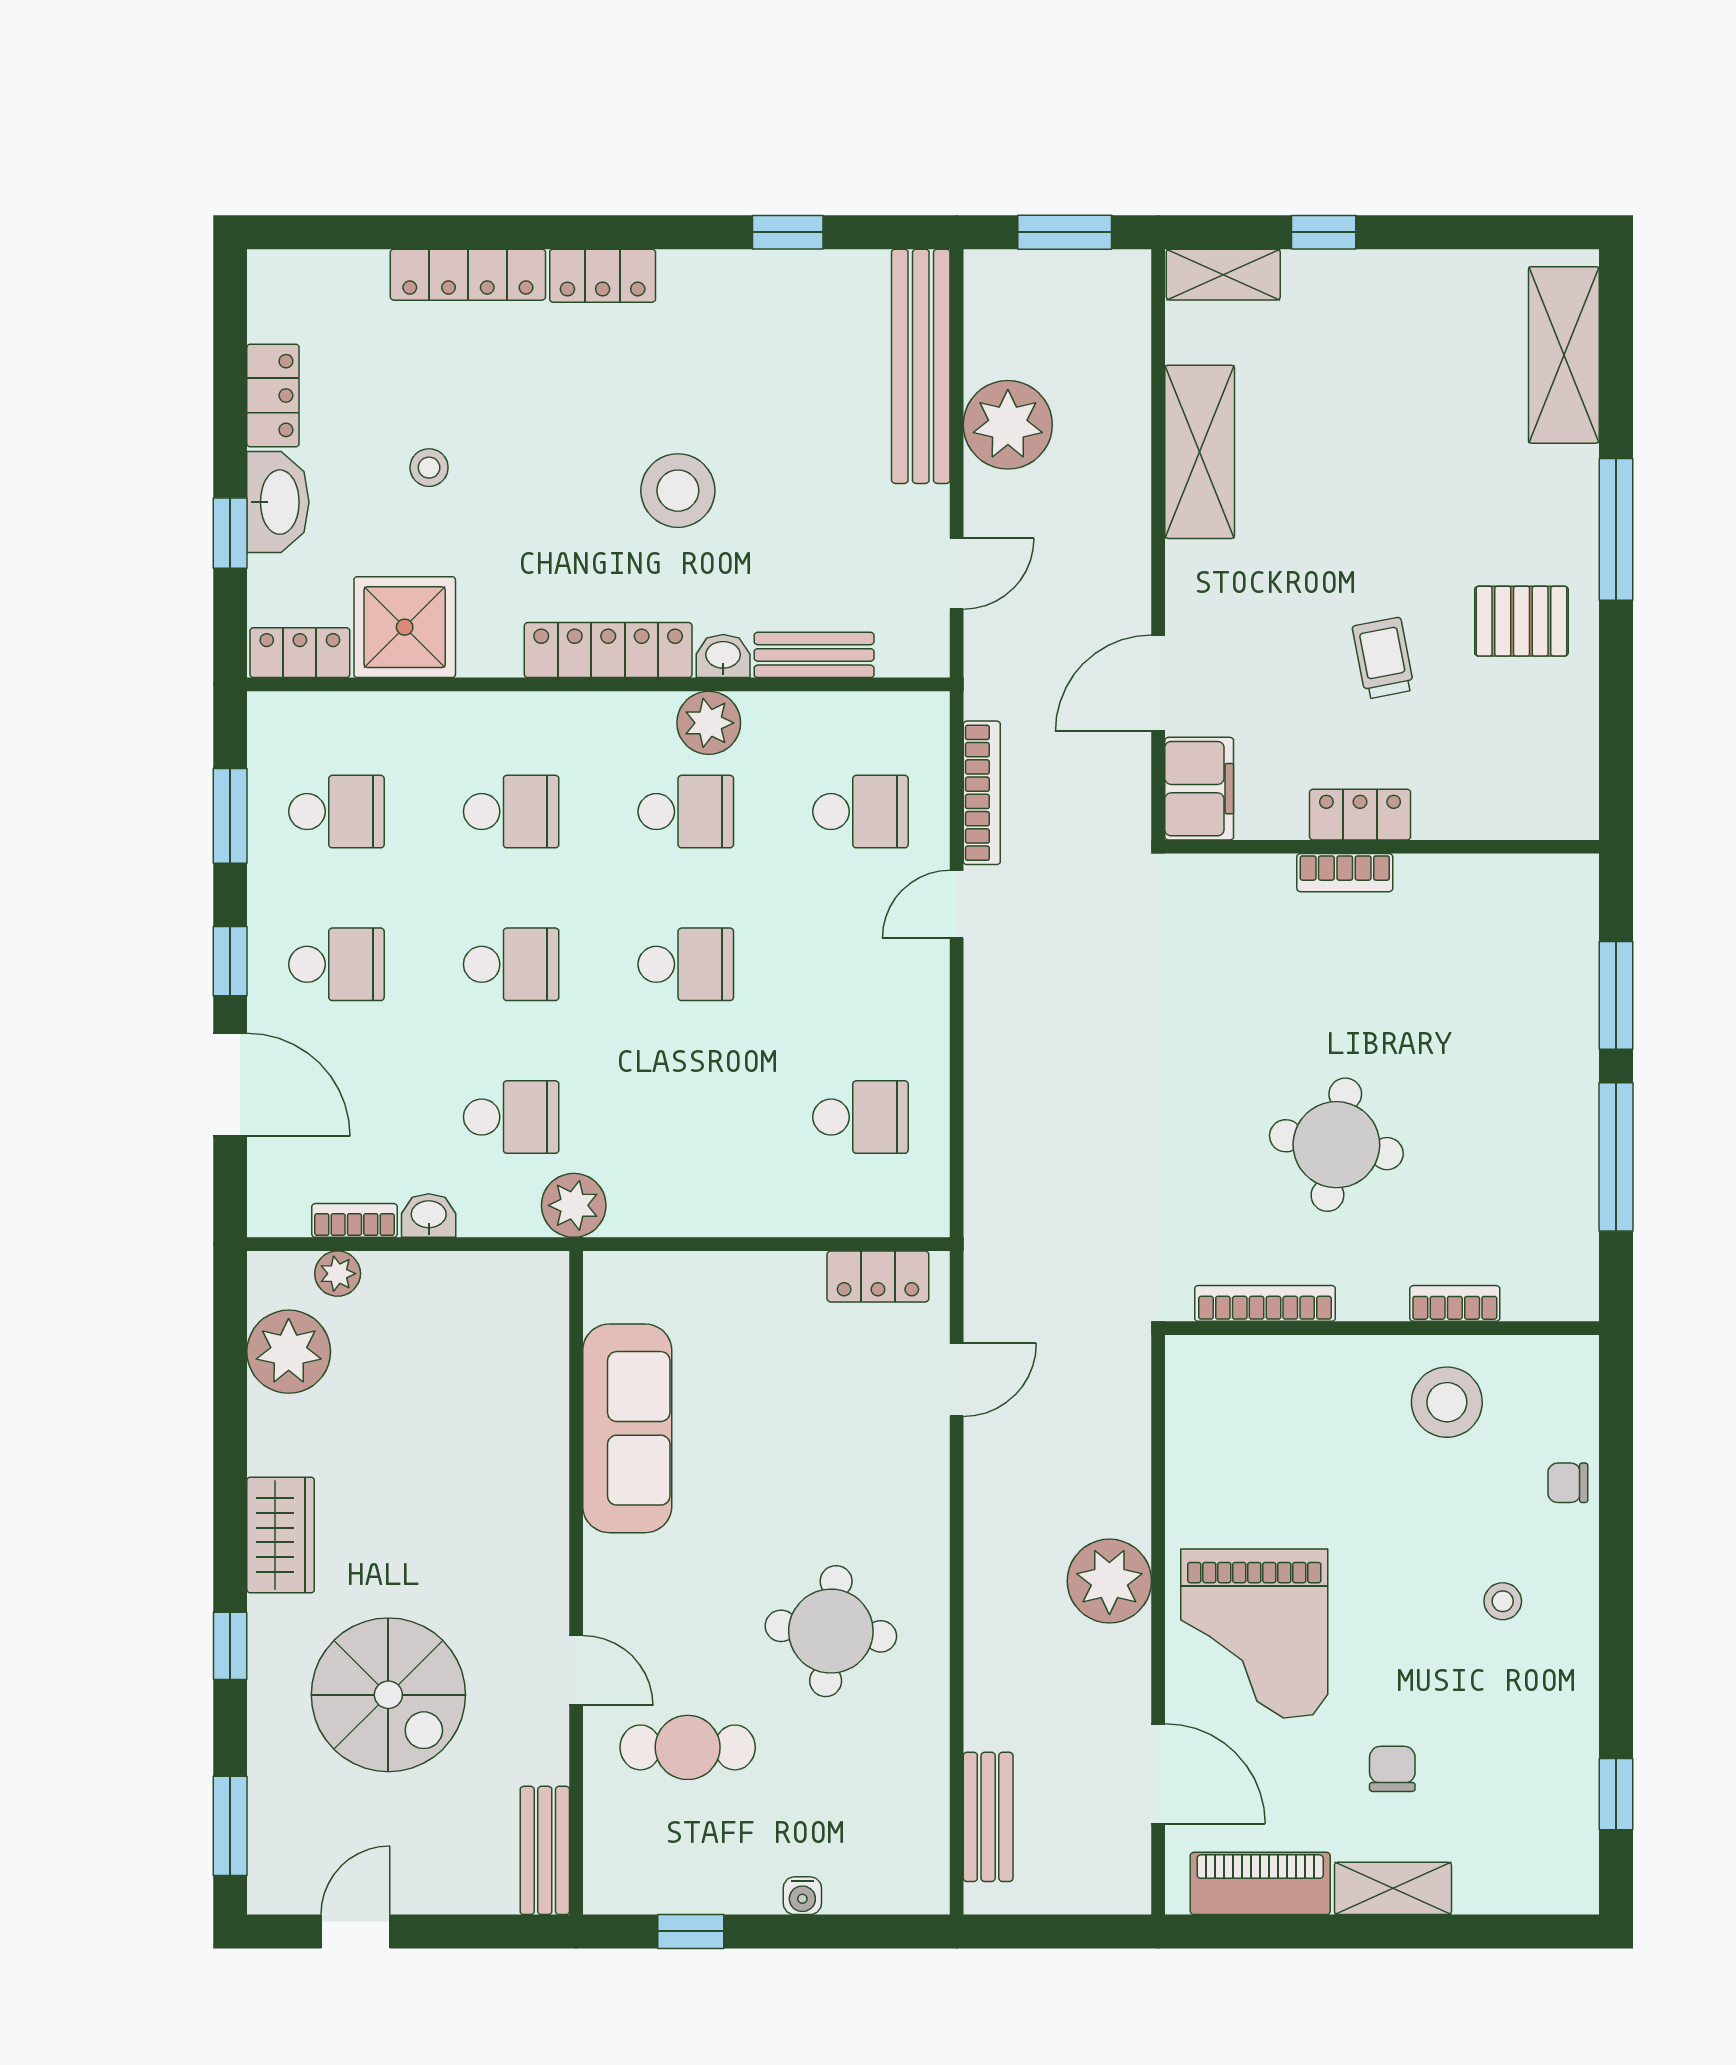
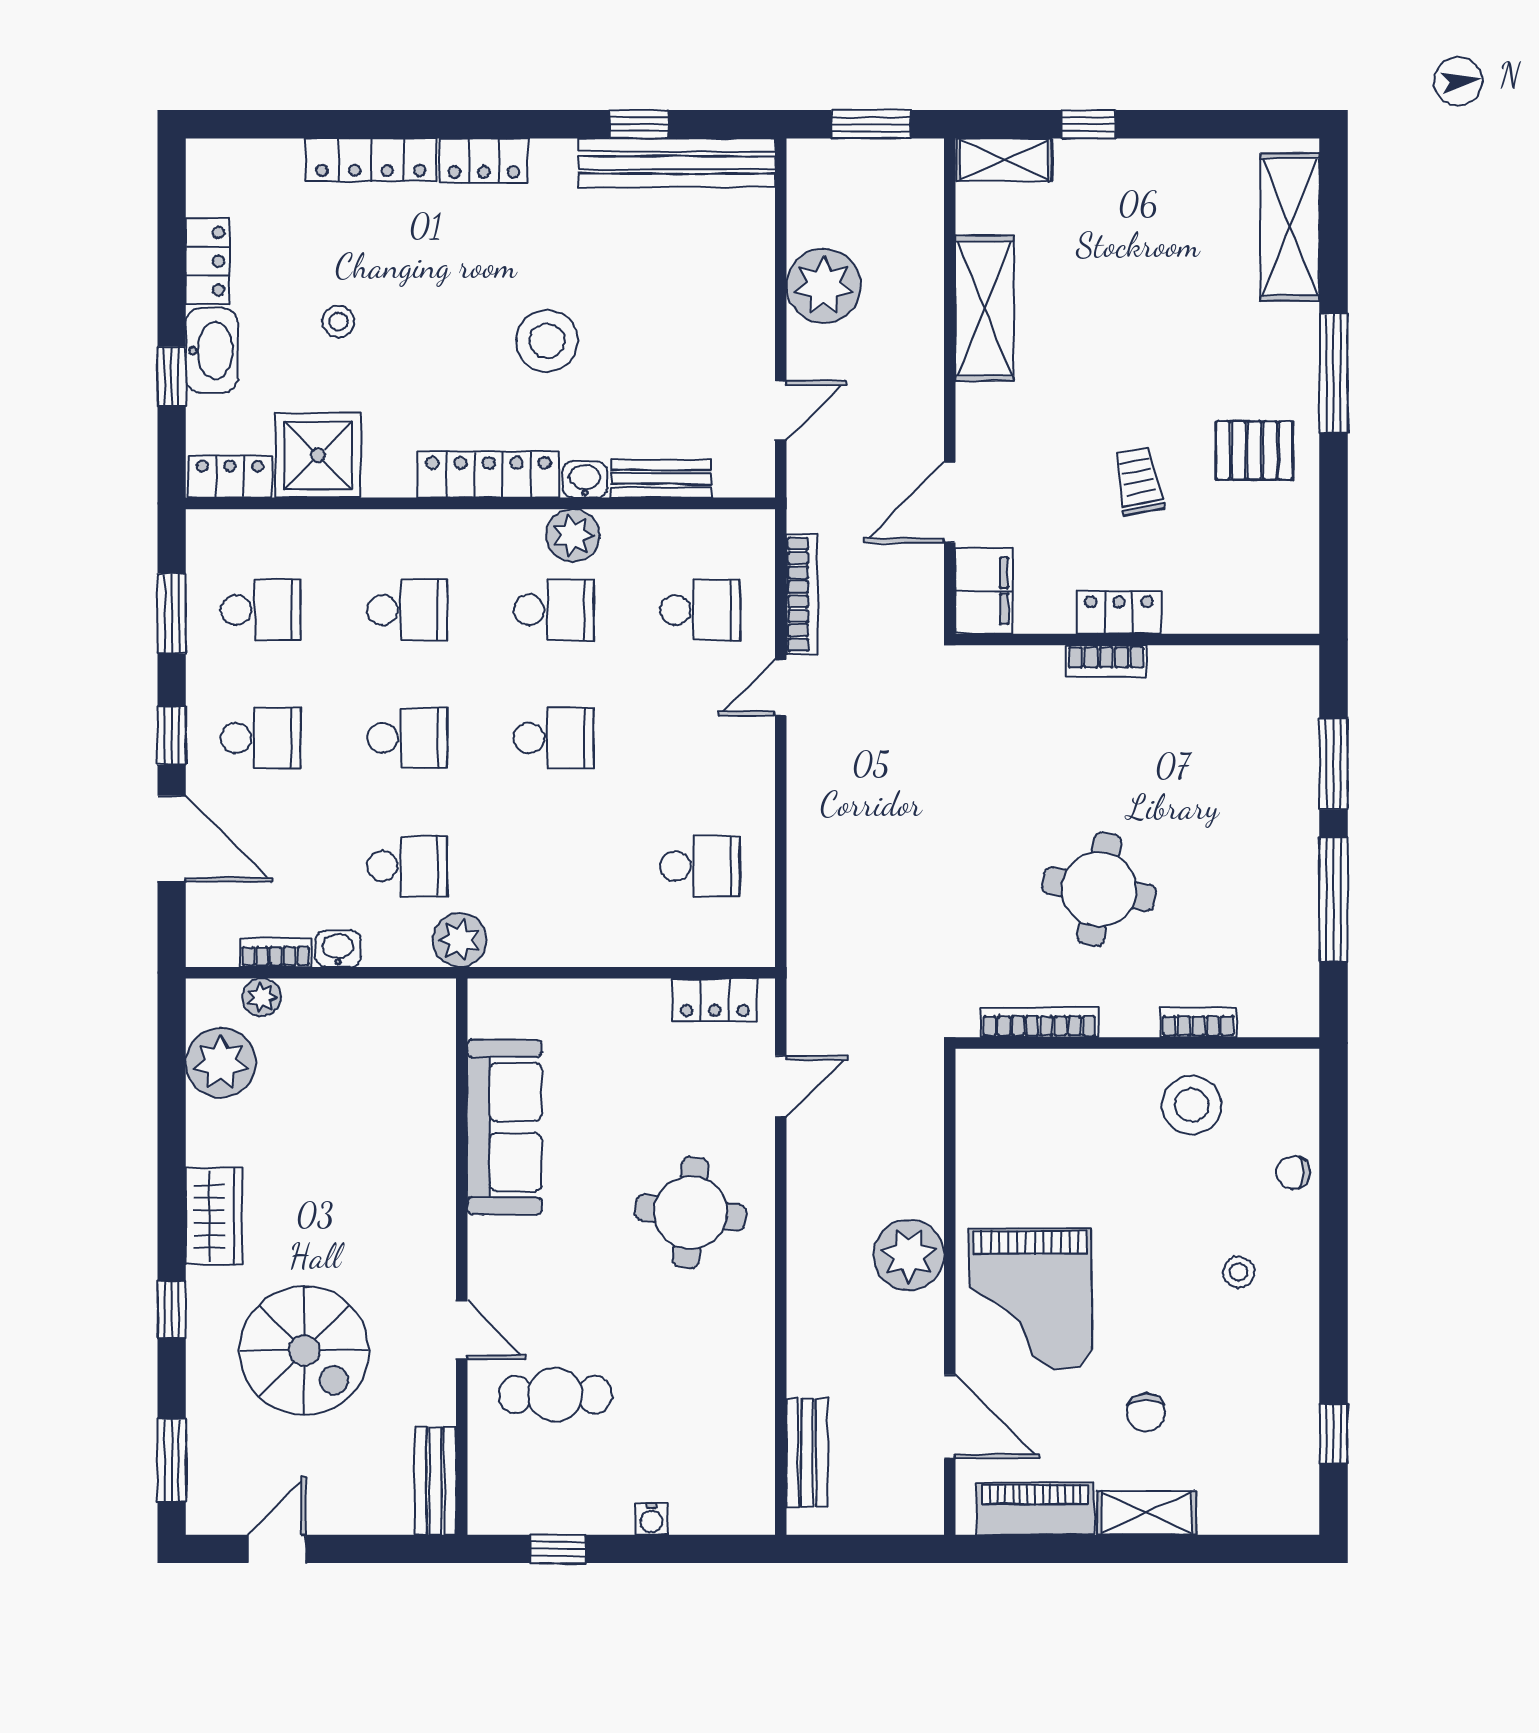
bench: (921, 366) -> (677, 163), moved, turned 90
round table: (831, 1631) -> (691, 1212), moved
chair: (1392, 1769) -> (1146, 1413), turned 180

